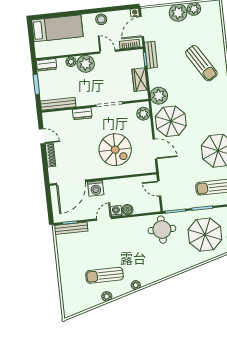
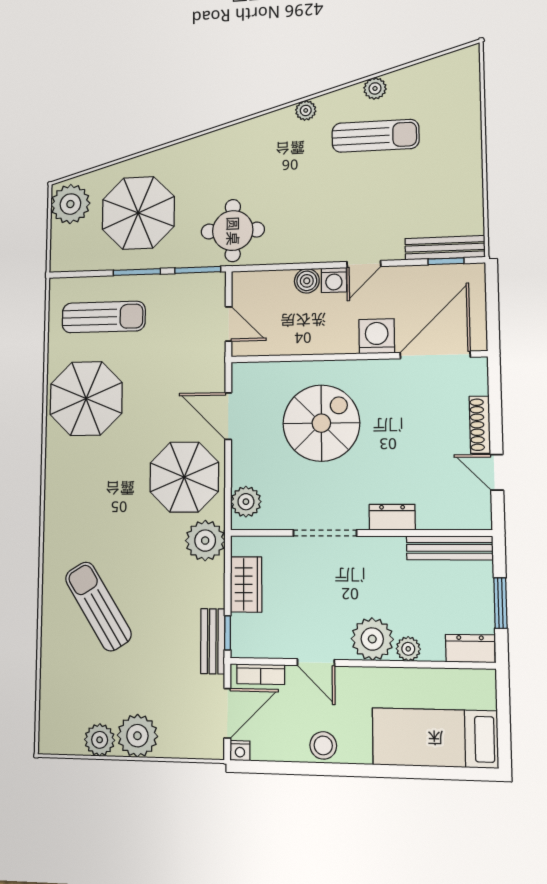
spiral stairs: (115, 150) -> (321, 423), turned 90

